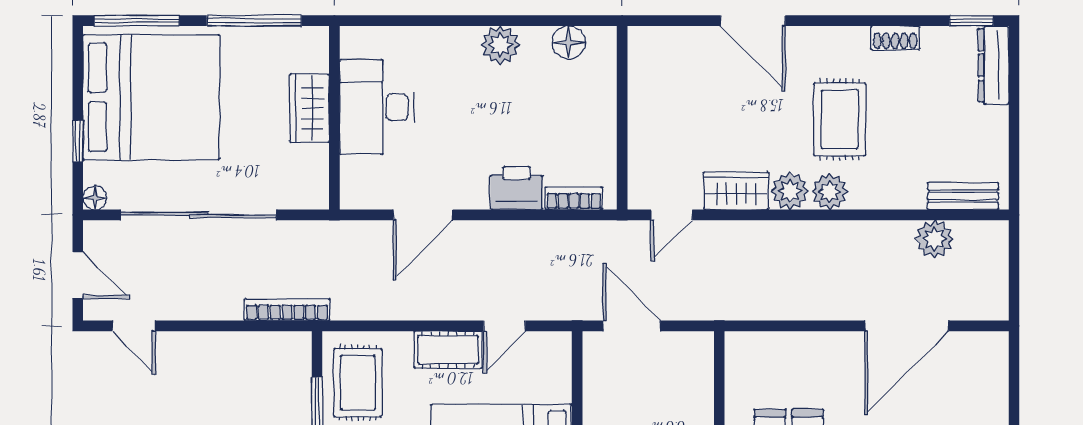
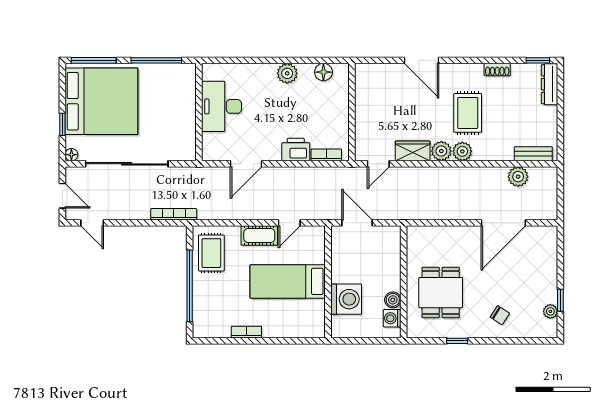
wardrobe: (309, 108) -> (186, 107), removed

